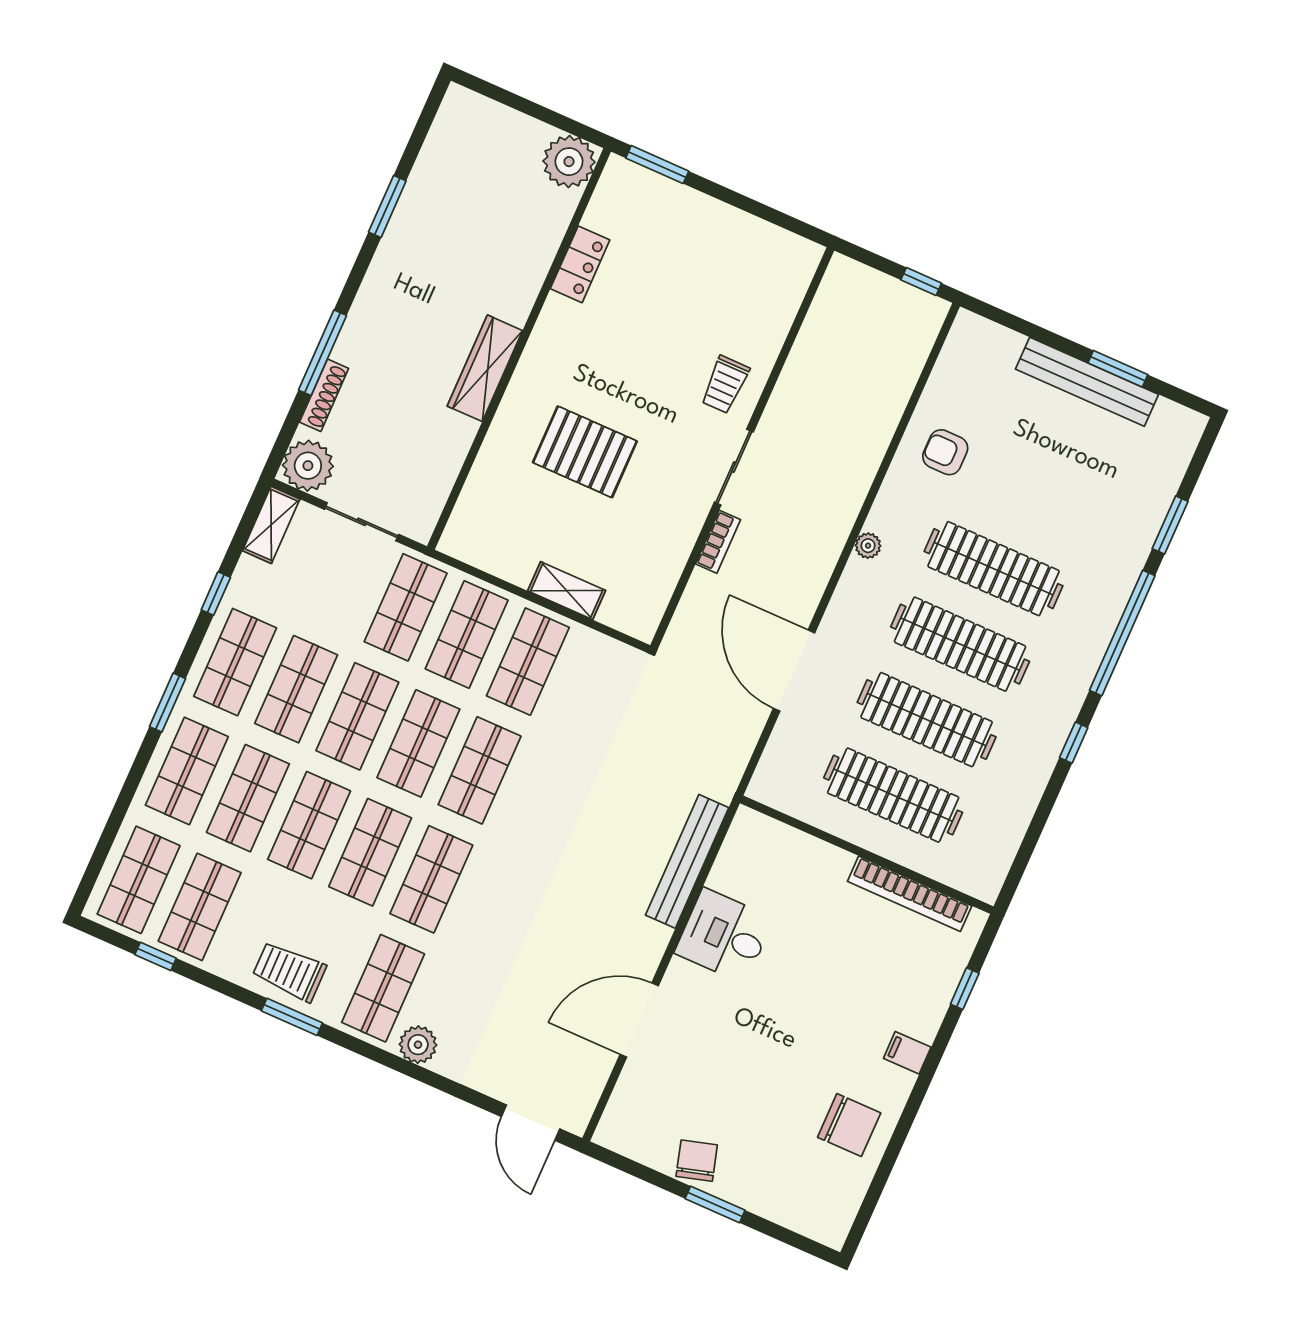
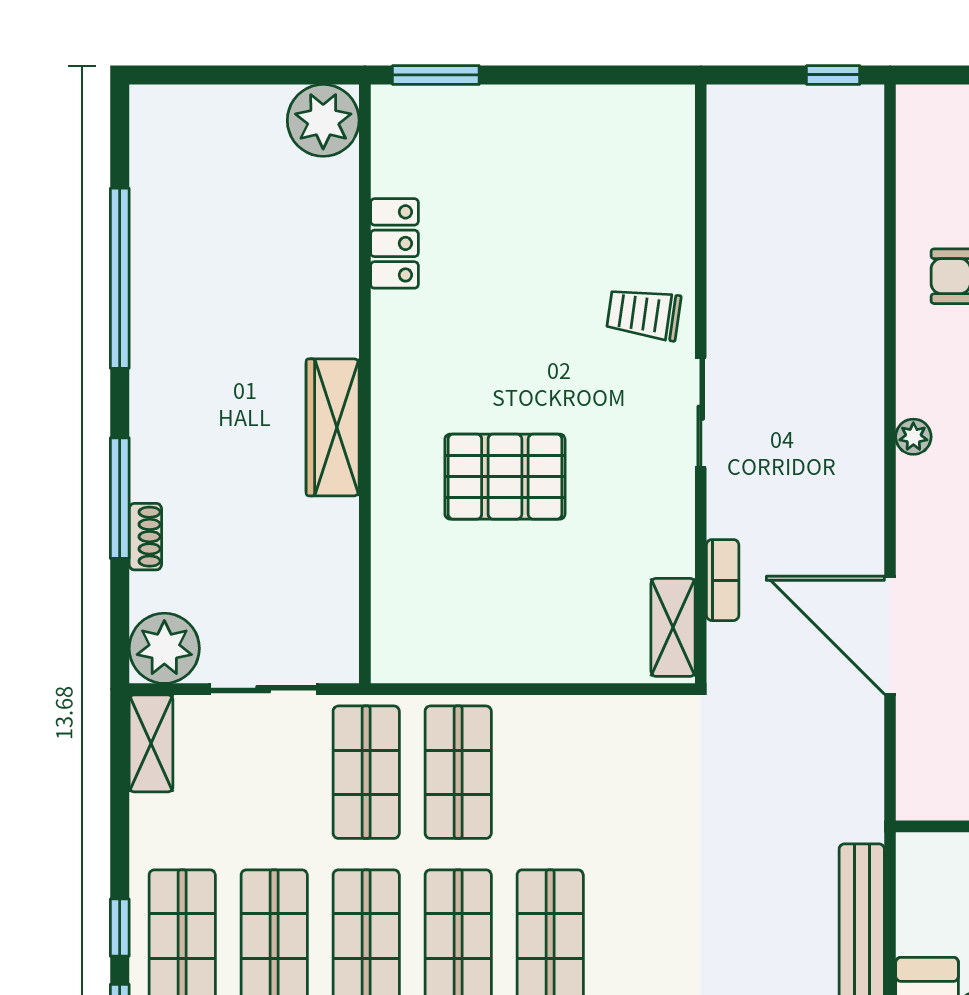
window: (387, 207) -> (120, 278), width x2.11
trolley: (725, 385) -> (644, 314), turned 98
shoe rack: (324, 395) -> (145, 537), width x0.70
bookcase: (718, 542) -> (723, 580), moved
shelving: (567, 591) -> (673, 627), moved, turned 90
window: (216, 594) -> (120, 928), moved
shop shelf: (528, 662) -> (550, 772), removed

